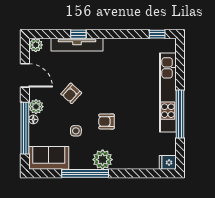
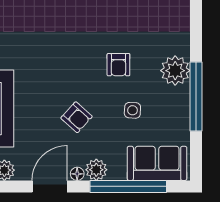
floor lamp: (33, 119) -> (77, 174), moved
sofa: (49, 158) -> (157, 163), moved, turned 90

